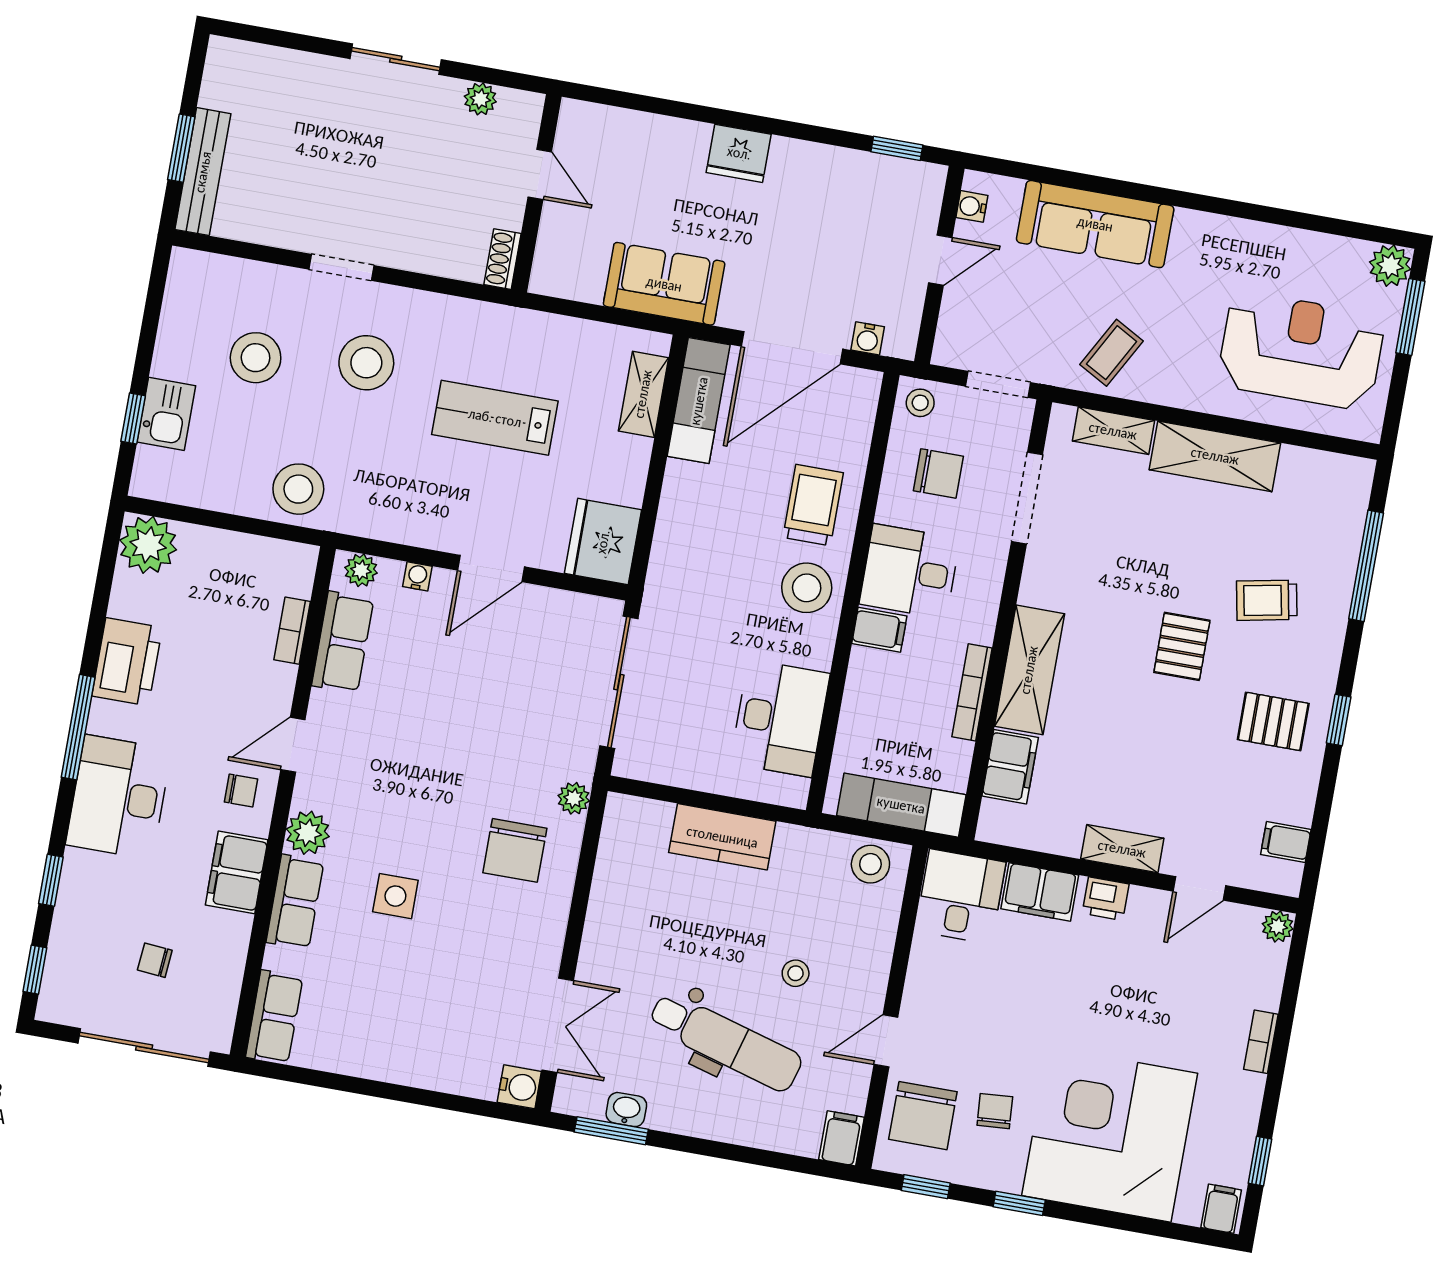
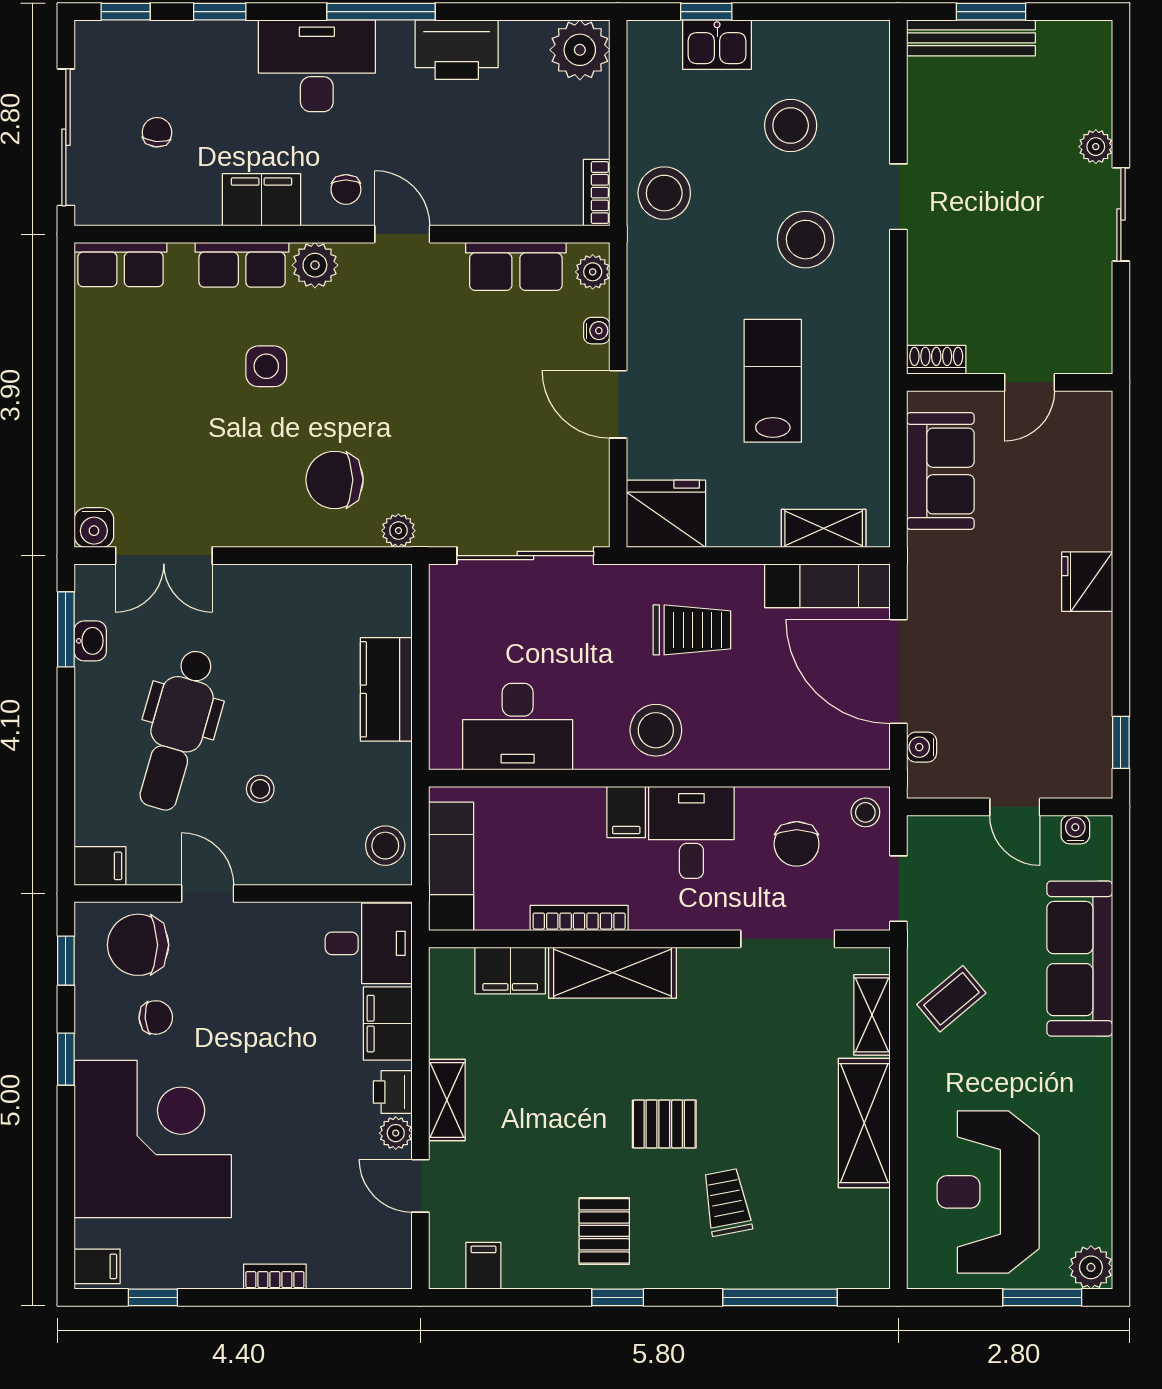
plant: (480, 99) -> (1096, 147), moved
sofa: (664, 284) -> (940, 471), moved
reception desk: (1301, 351) -> (988, 1192), turned 180
coffee table: (1112, 353) -> (951, 999), turned -69
trolley: (813, 505) -> (692, 630), moved
bookcase: (292, 631) -> (597, 193), moved, turned -90
plant: (1278, 926) -> (396, 1133), moved

